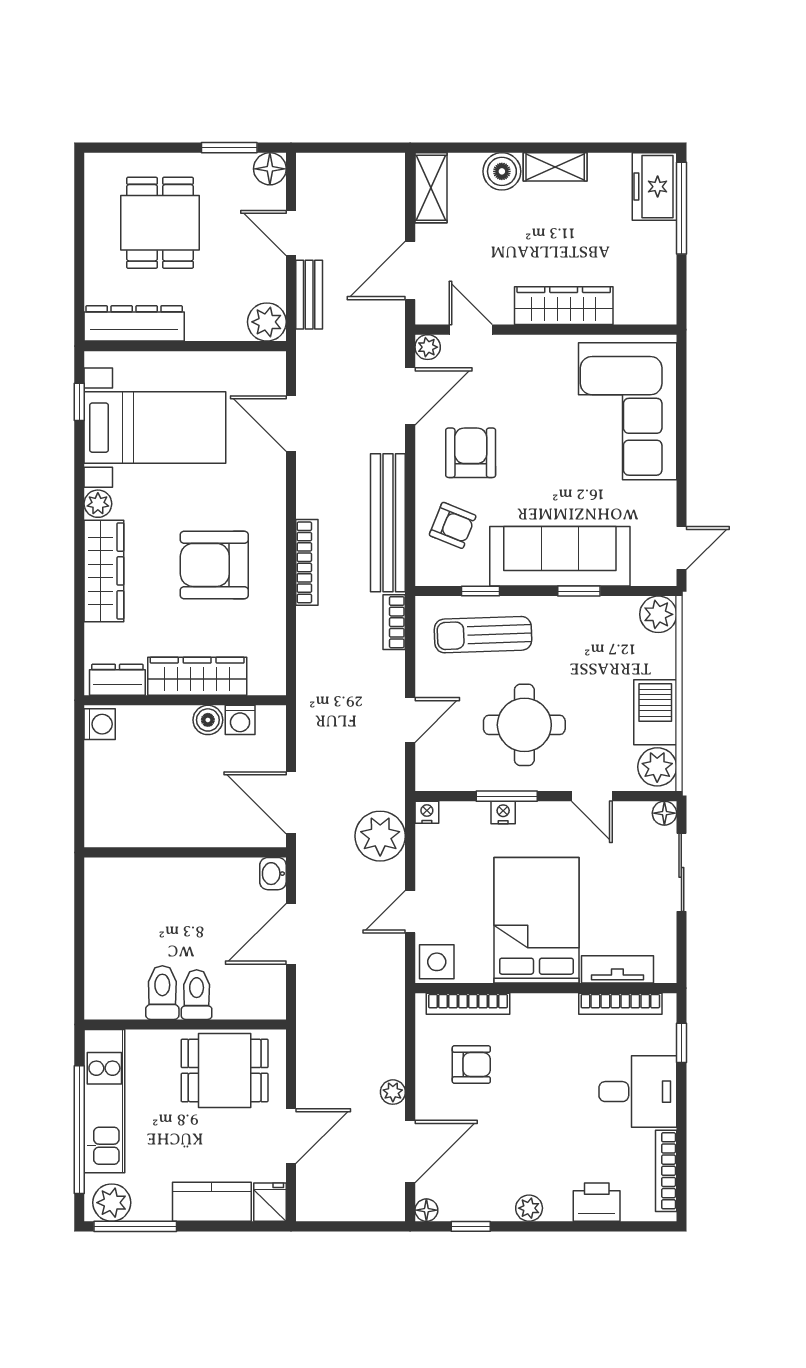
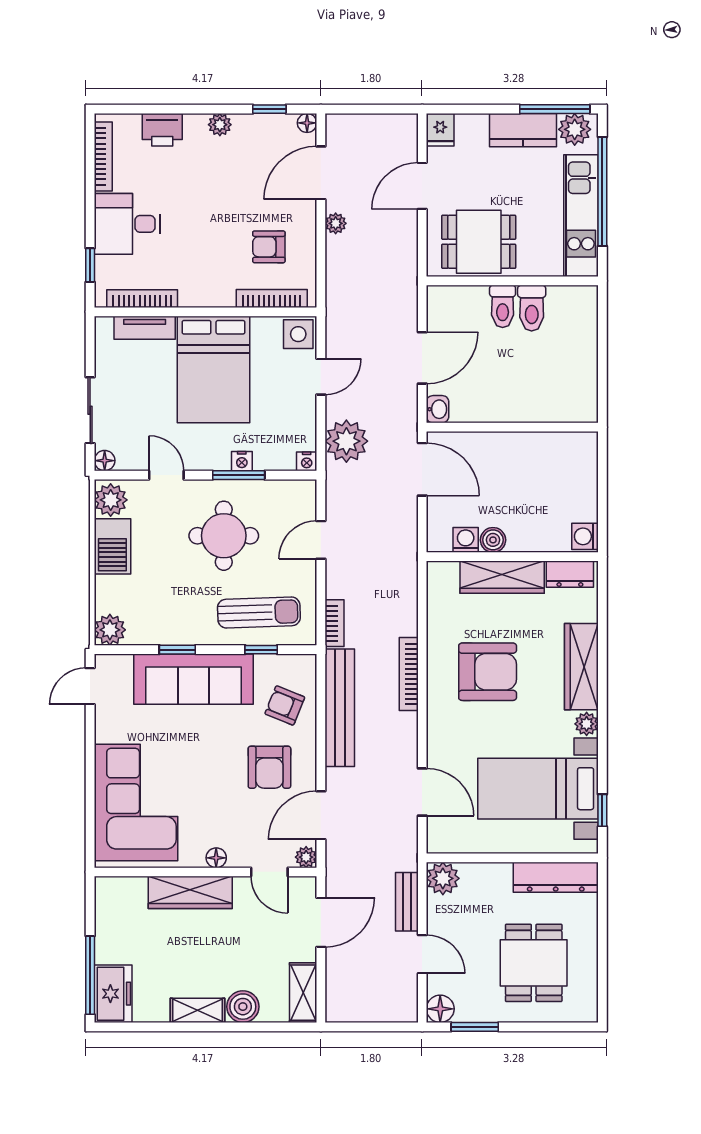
floor lamp: (533, 346) -> (216, 858), added
kitchen counter: (212, 1202) -> (523, 130), moved

